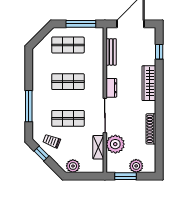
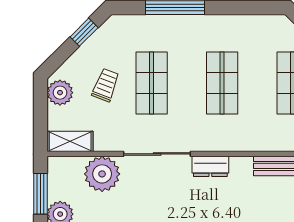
trolley: (52, 141) -> (106, 85), moved
shelving: (98, 147) -> (70, 141), moved

